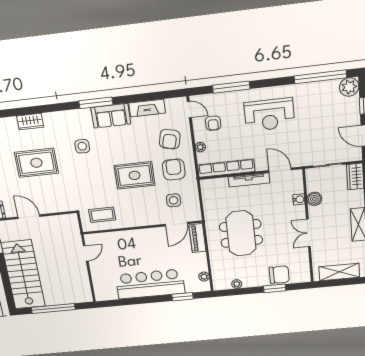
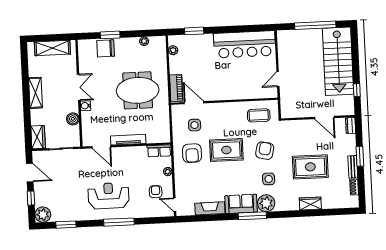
window: (320, 77) -> (66, 225), width x0.47
window: (231, 87) -> (119, 222), moved
plant: (81, 118) -> (266, 203), added
armchair: (170, 139) -> (265, 151), moved
row of seats: (226, 168) -> (159, 151), width x0.50
water cooler: (299, 199) -> (85, 106), moved
door: (176, 224) -> (194, 103), hinge flipped
meeting table: (241, 233) -> (138, 90), turned 90
bar counter: (150, 284) -> (245, 44), moved

